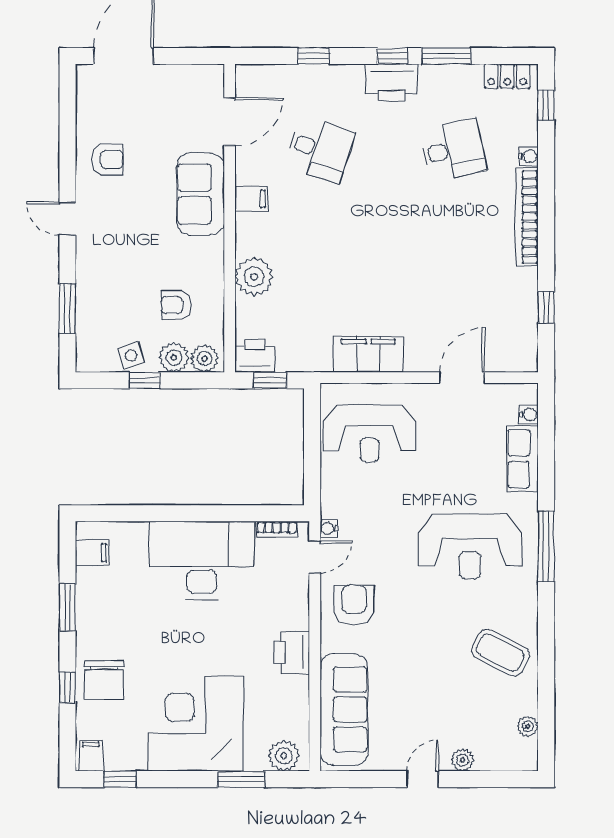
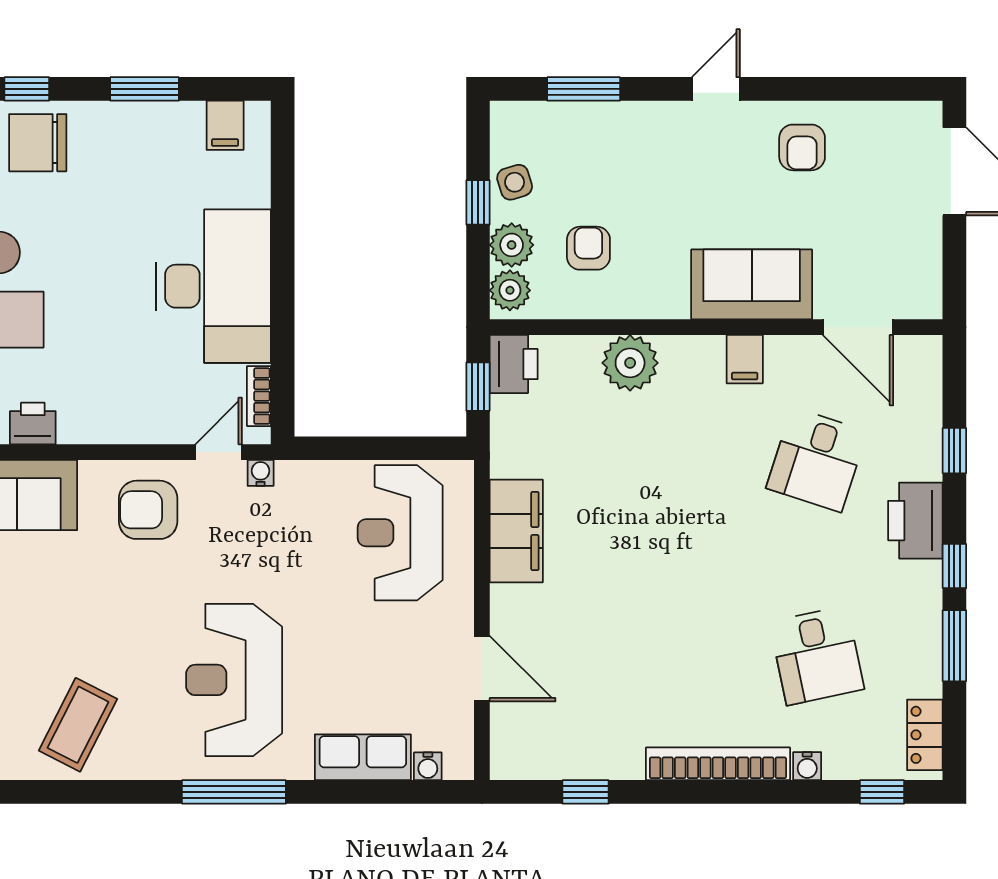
printer: (391, 83) -> (915, 521), moved
door: (315, 557) -> (219, 452), swing flipped
armchair: (354, 605) -> (148, 510), turned 180
printer: (292, 652) -> (33, 424), moved, width x0.73, depth x0.81

